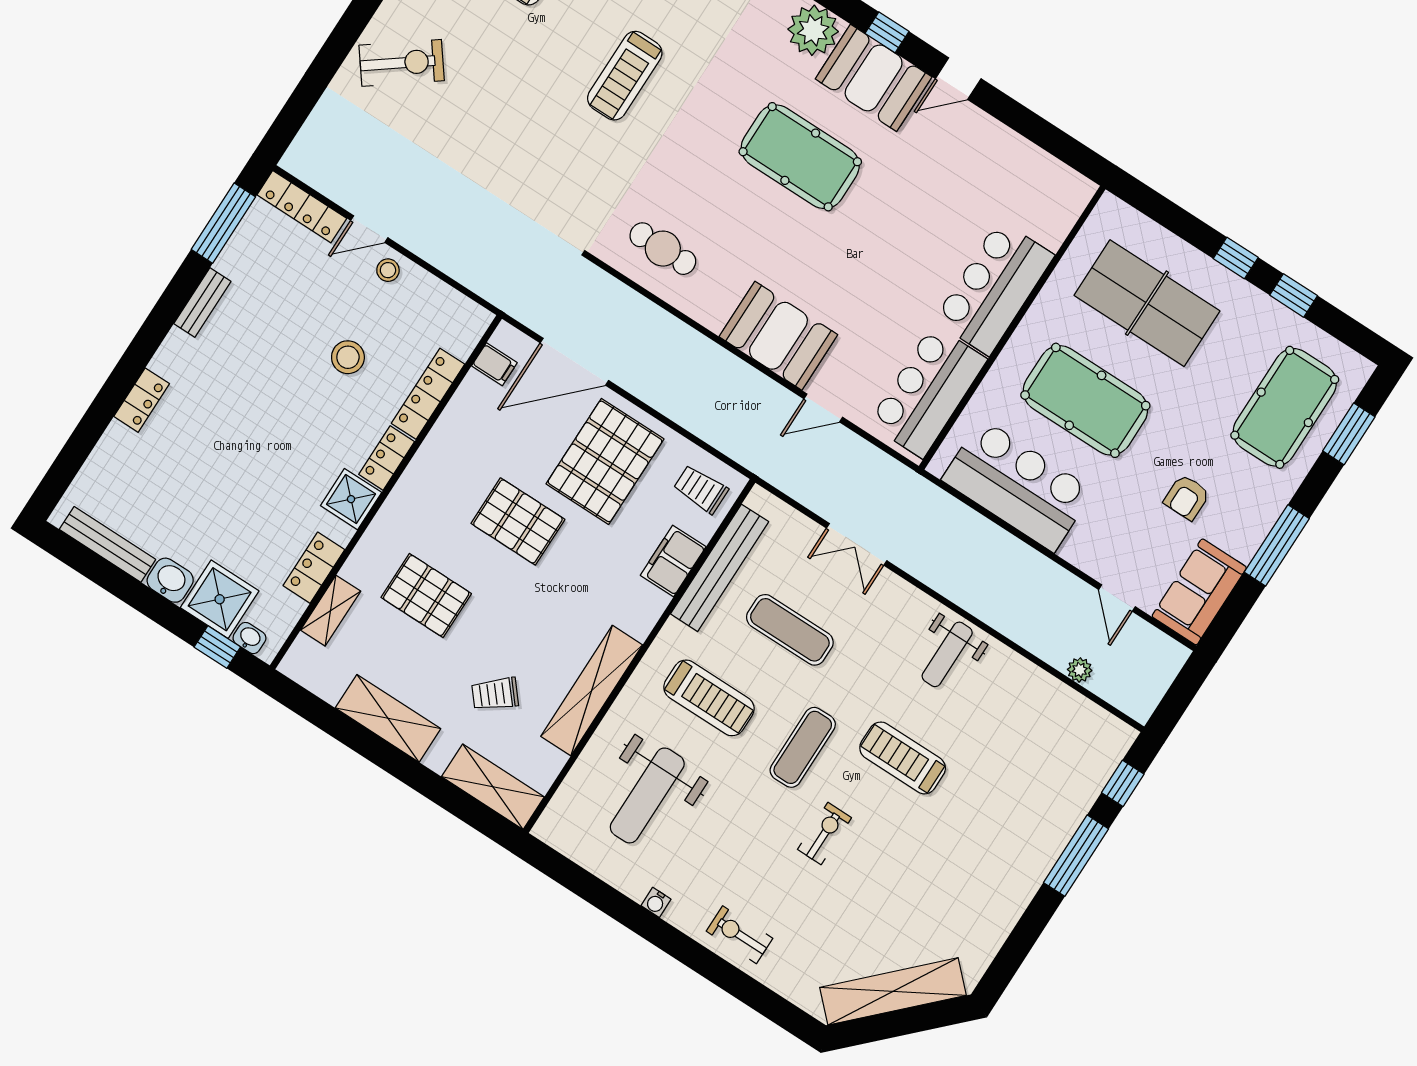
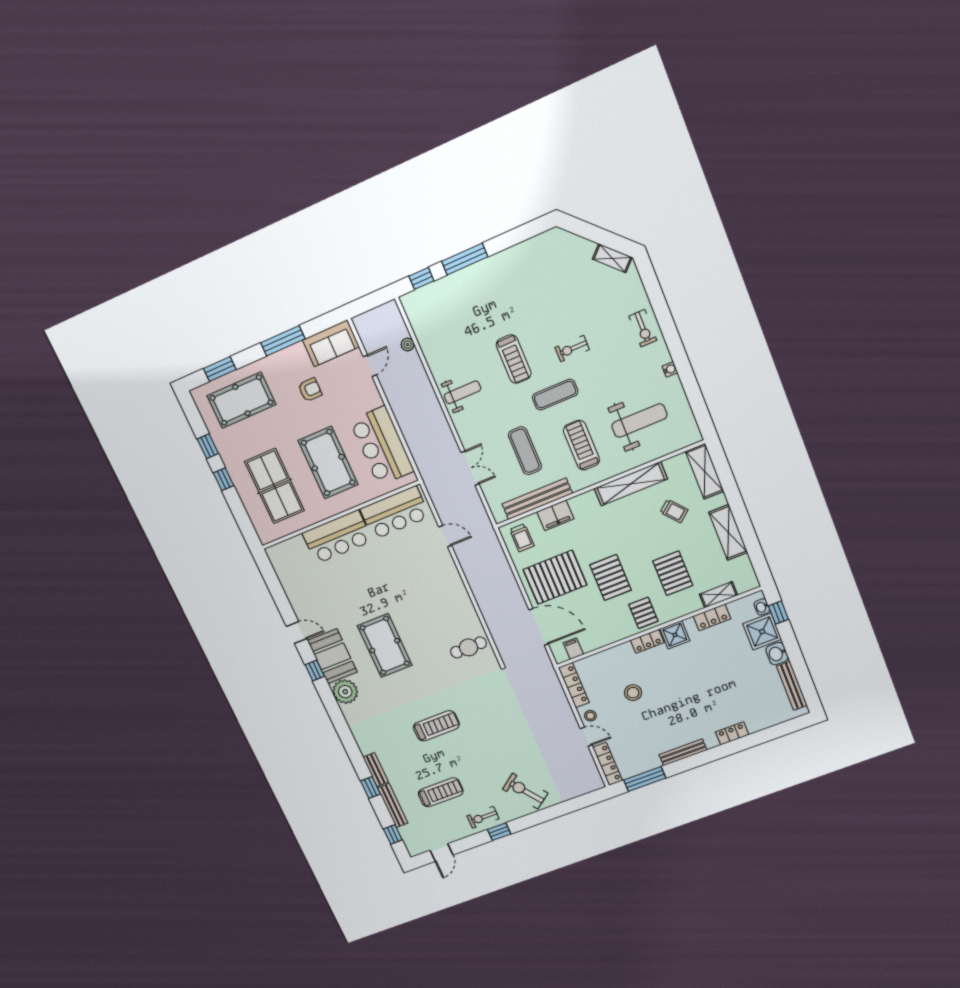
cafe table: (663, 249) -> (469, 647), turned 90
bench: (202, 303) -> (683, 752), width x1.36
booth: (778, 336) -> (444, 579), removed
locker: (428, 394) -> (574, 685), moved, turned -90
pallet: (426, 500) -> (643, 613), added
shelving: (893, 991) -> (612, 258), width x0.45, depth x0.75

